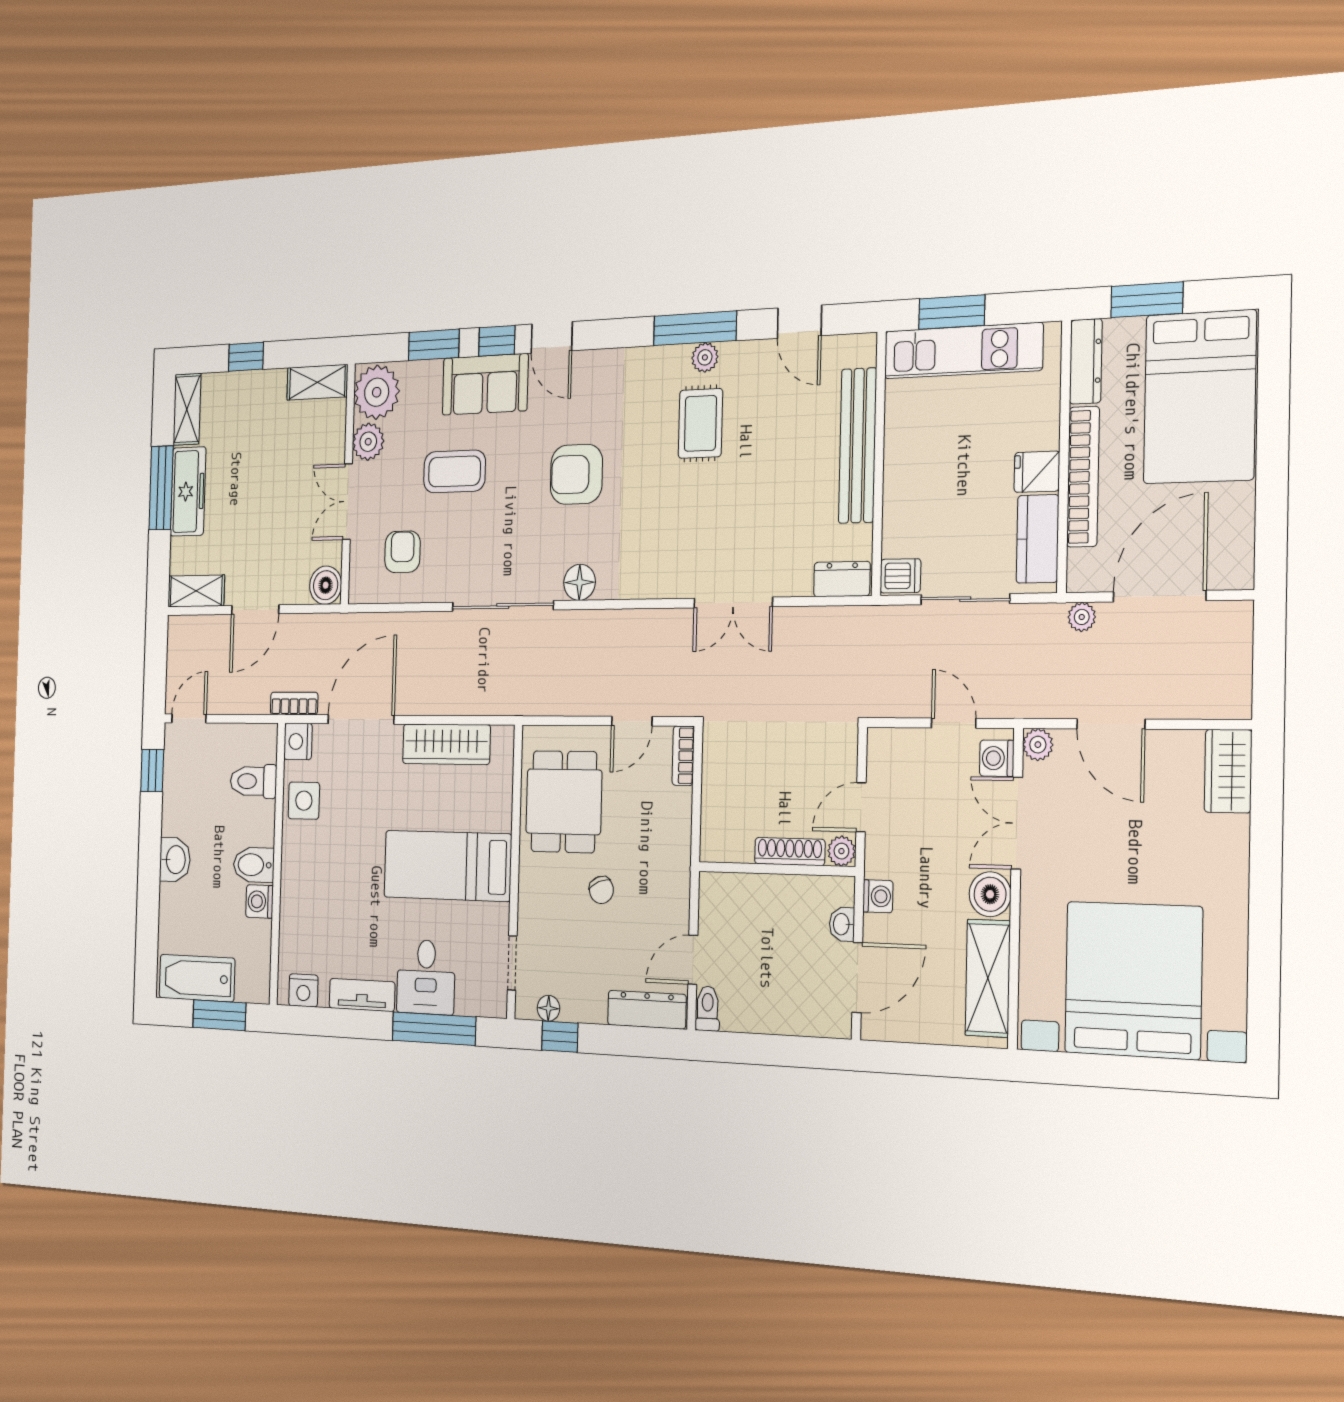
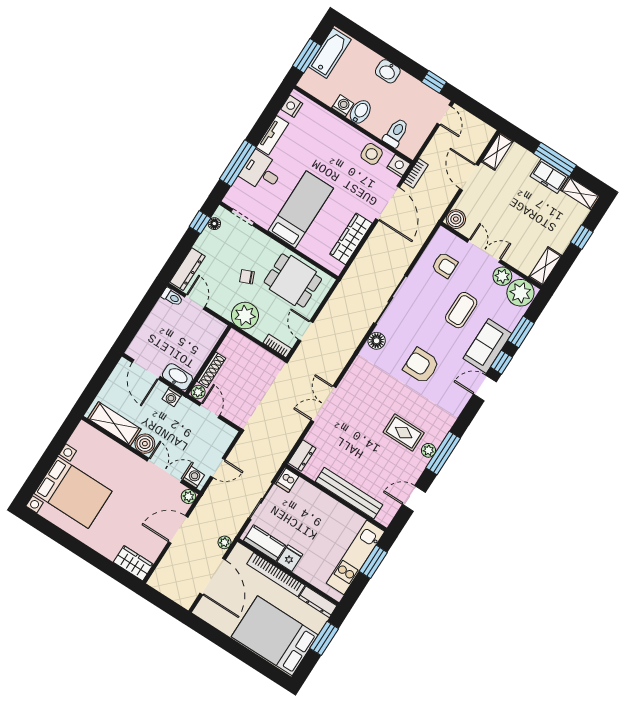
armchair: (576, 474) -> (421, 366), turned -90
freezer: (188, 491) -> (549, 176), width x0.71
plant: (666, 850) -> (245, 316), added
washbasin: (842, 924) -> (177, 377), width x1.91, depth x1.45
bed with nightstands: (1133, 980) -> (73, 492), width x0.73

